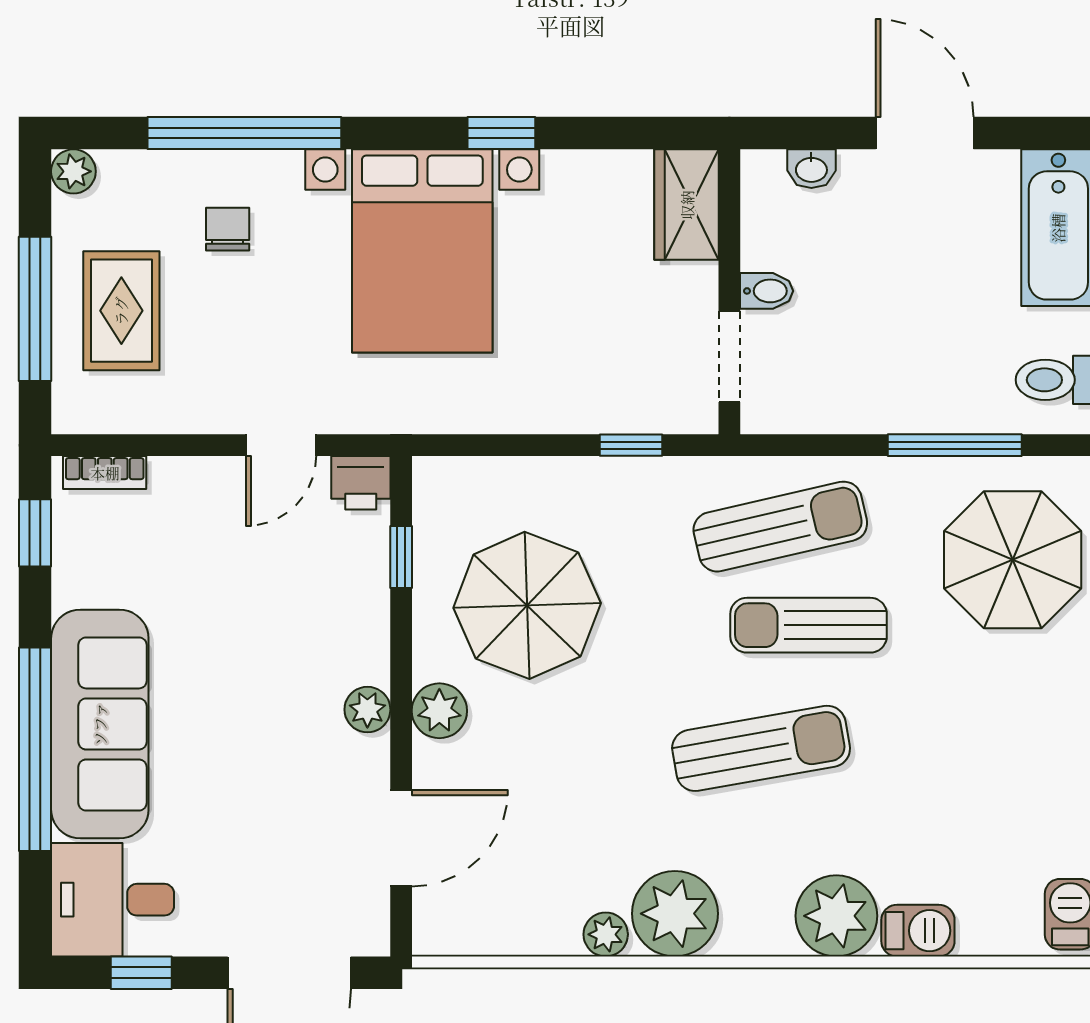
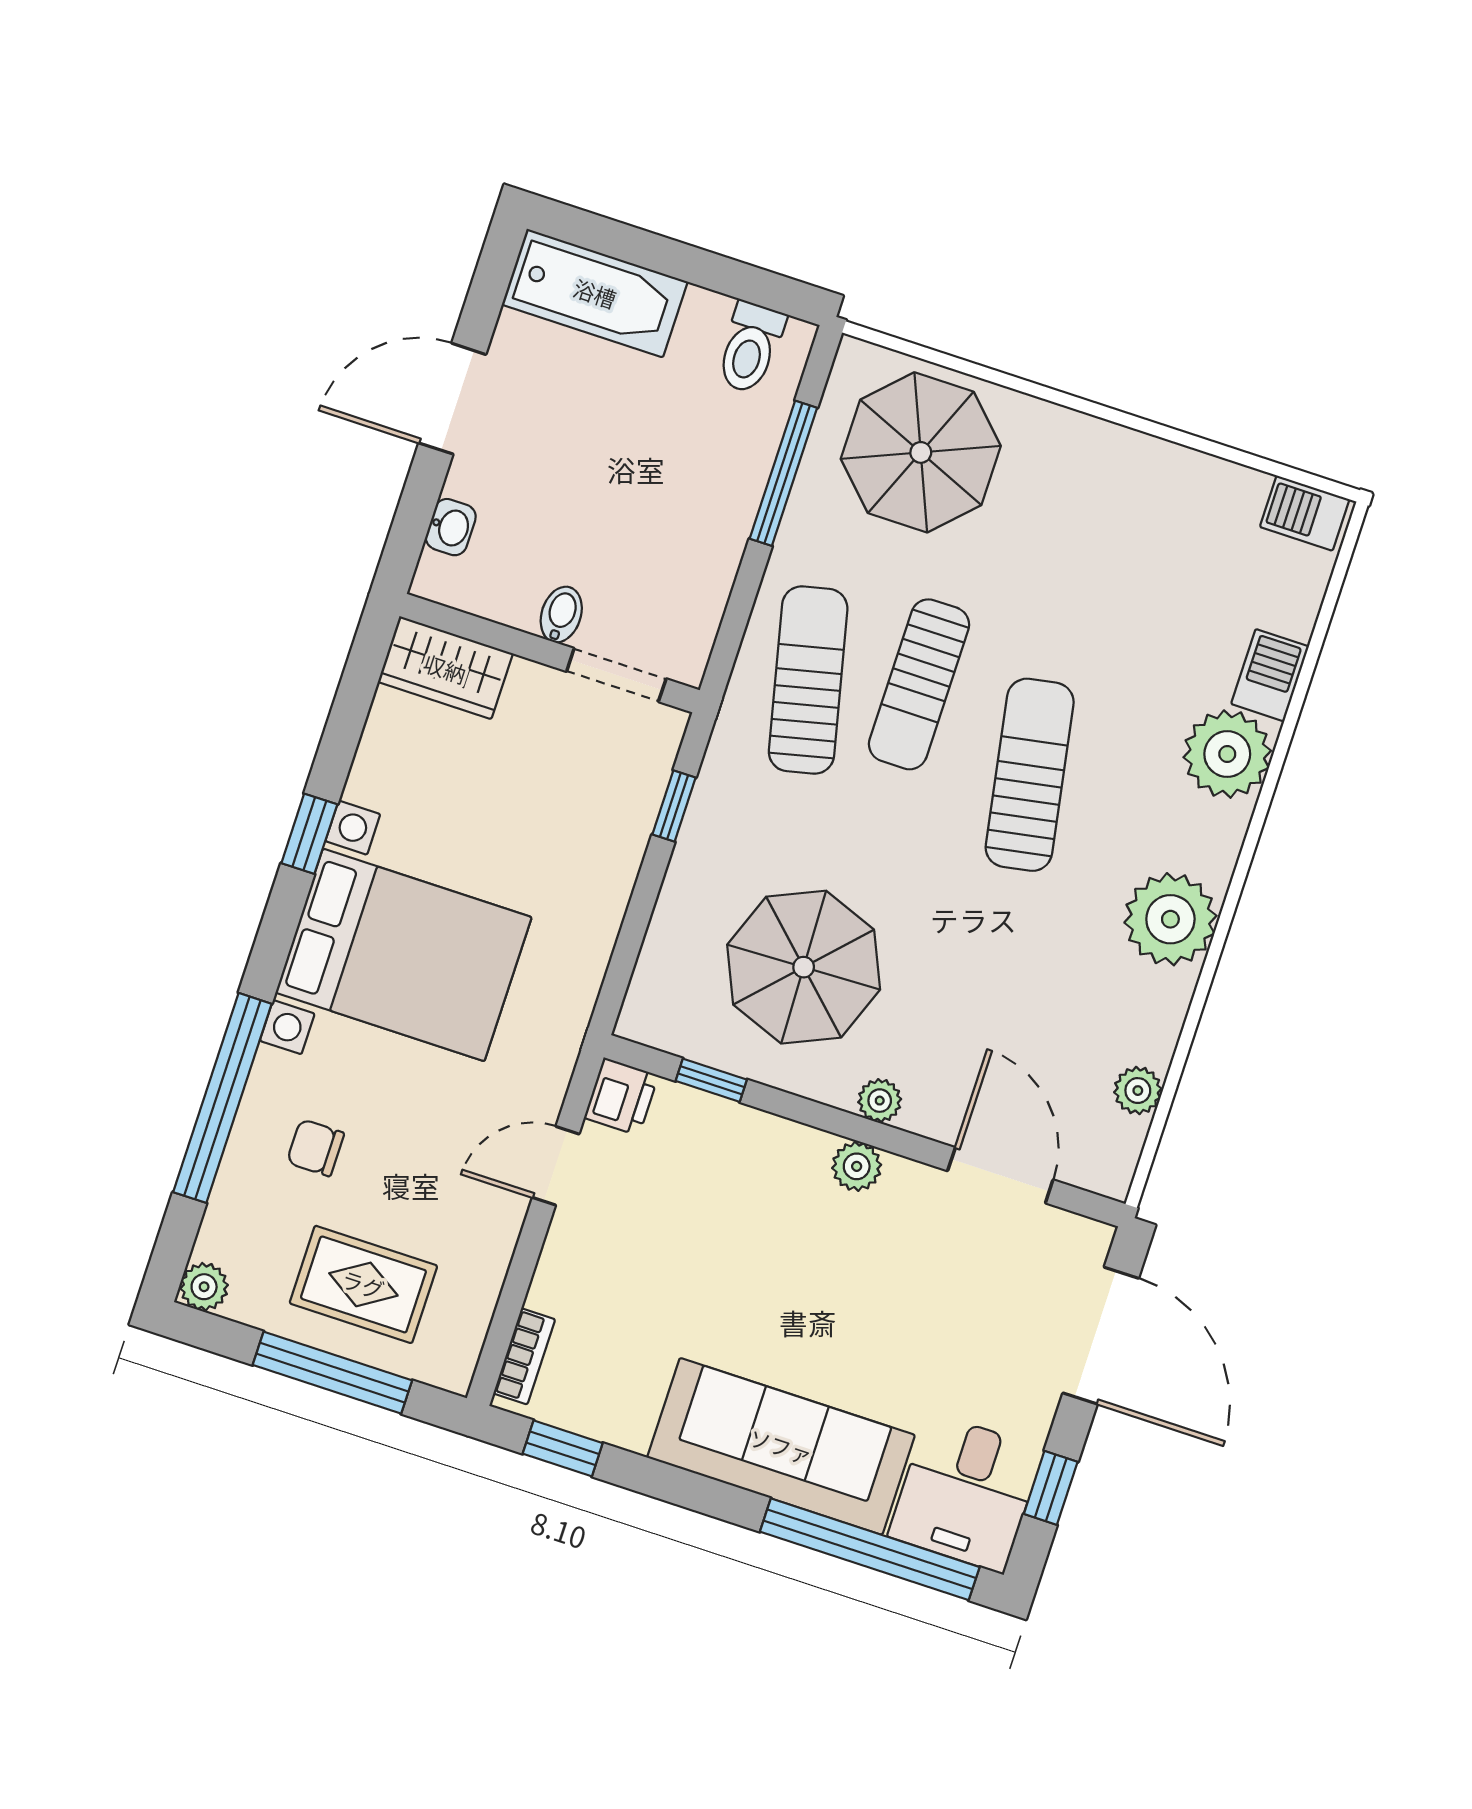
door: (281, 445) -> (556, 1166), swing flipped
plant: (439, 711) -> (880, 1101), width x0.73, depth x0.73
window: (35, 749) -> (870, 1549), moved
plant: (606, 934) -> (1138, 1091), moved

